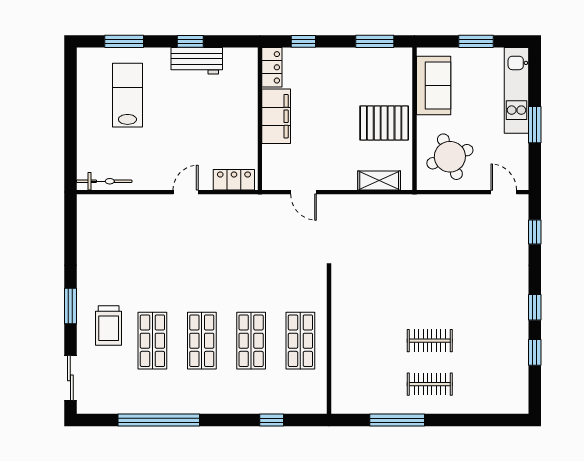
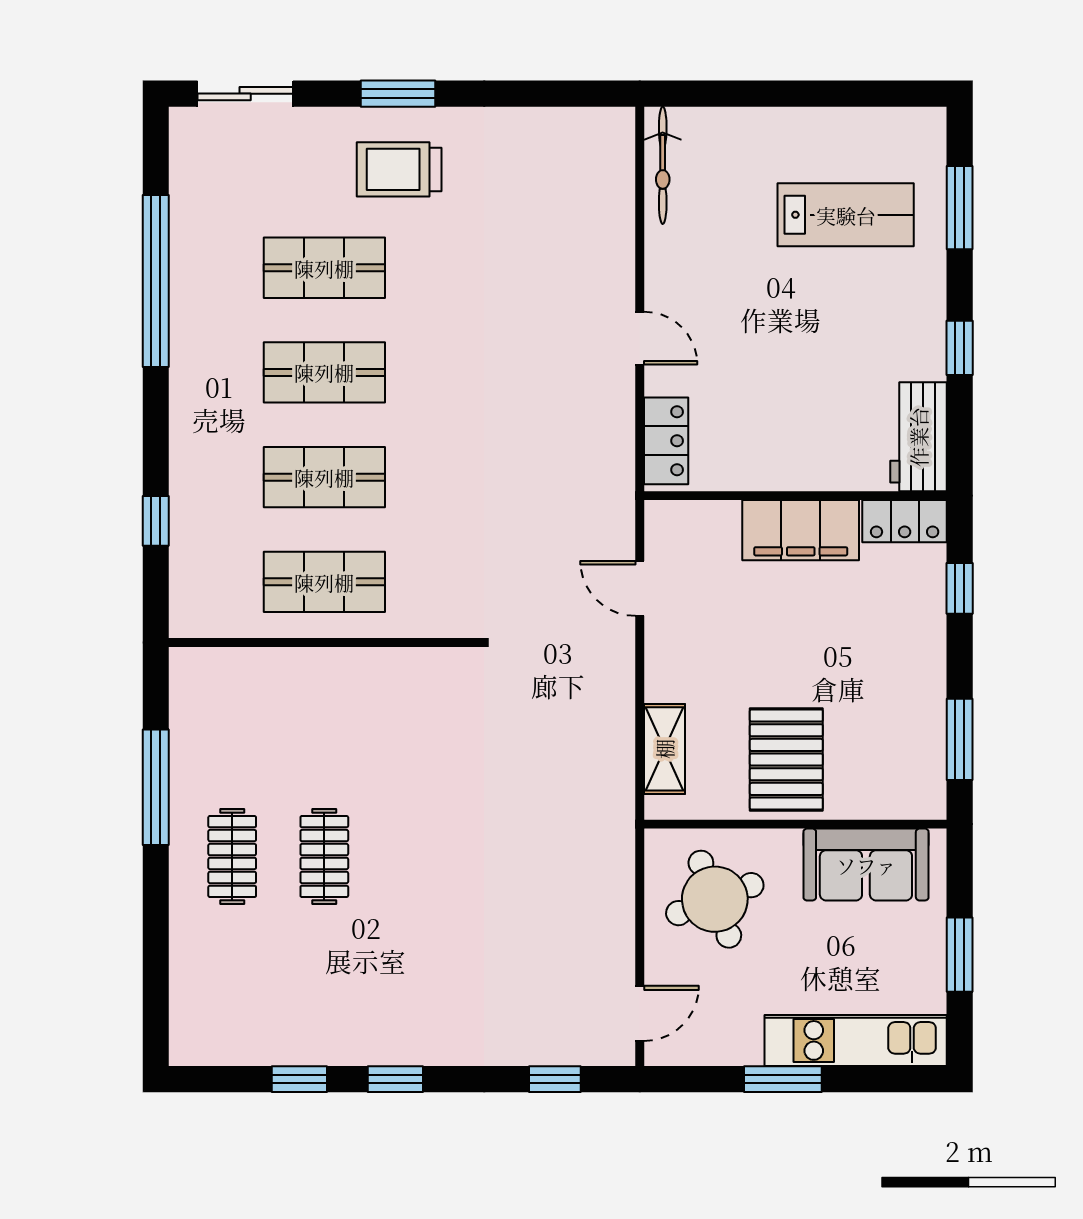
workbench: (197, 61) -> (918, 437), moved
door: (303, 192) -> (640, 588), hinge flipped
trolley: (109, 325) -> (399, 169), moved

